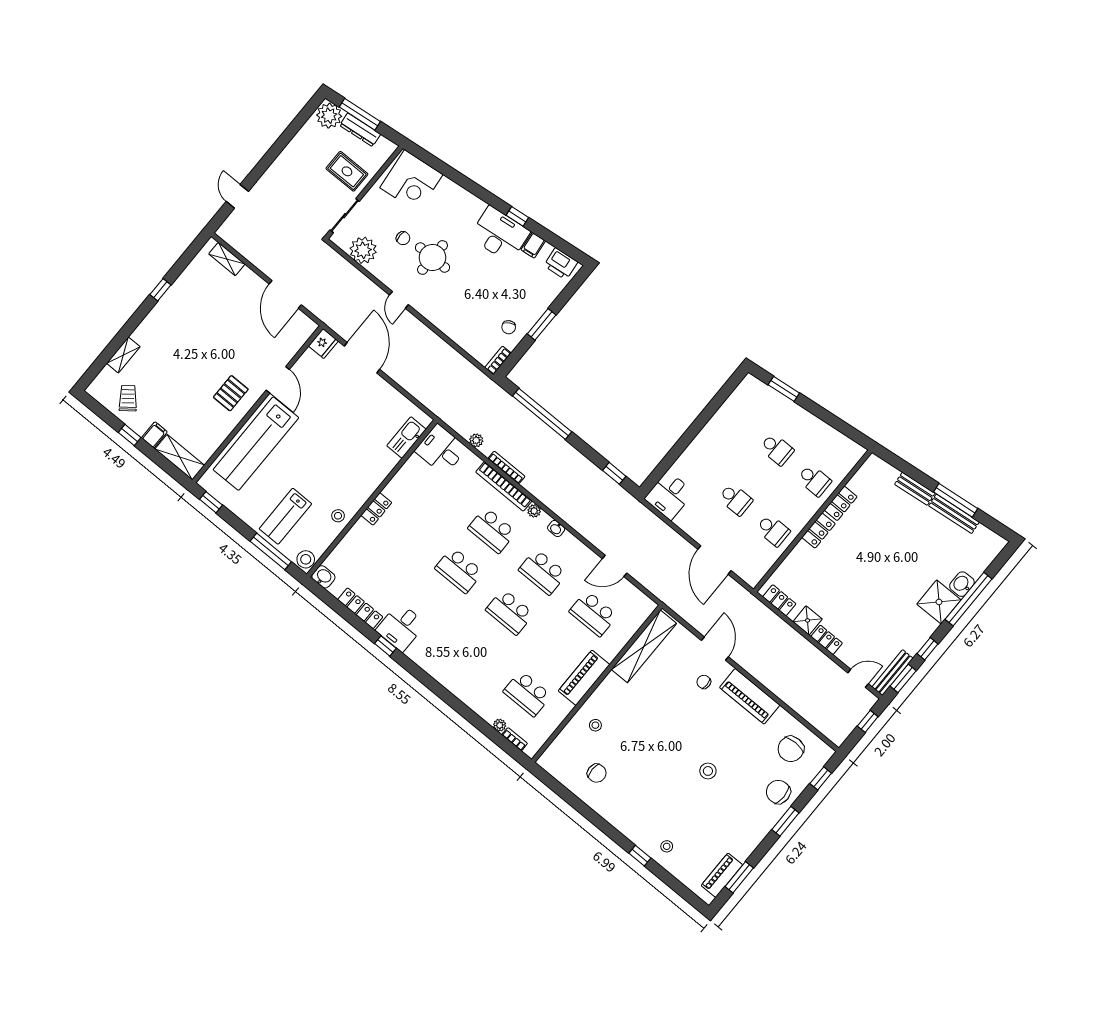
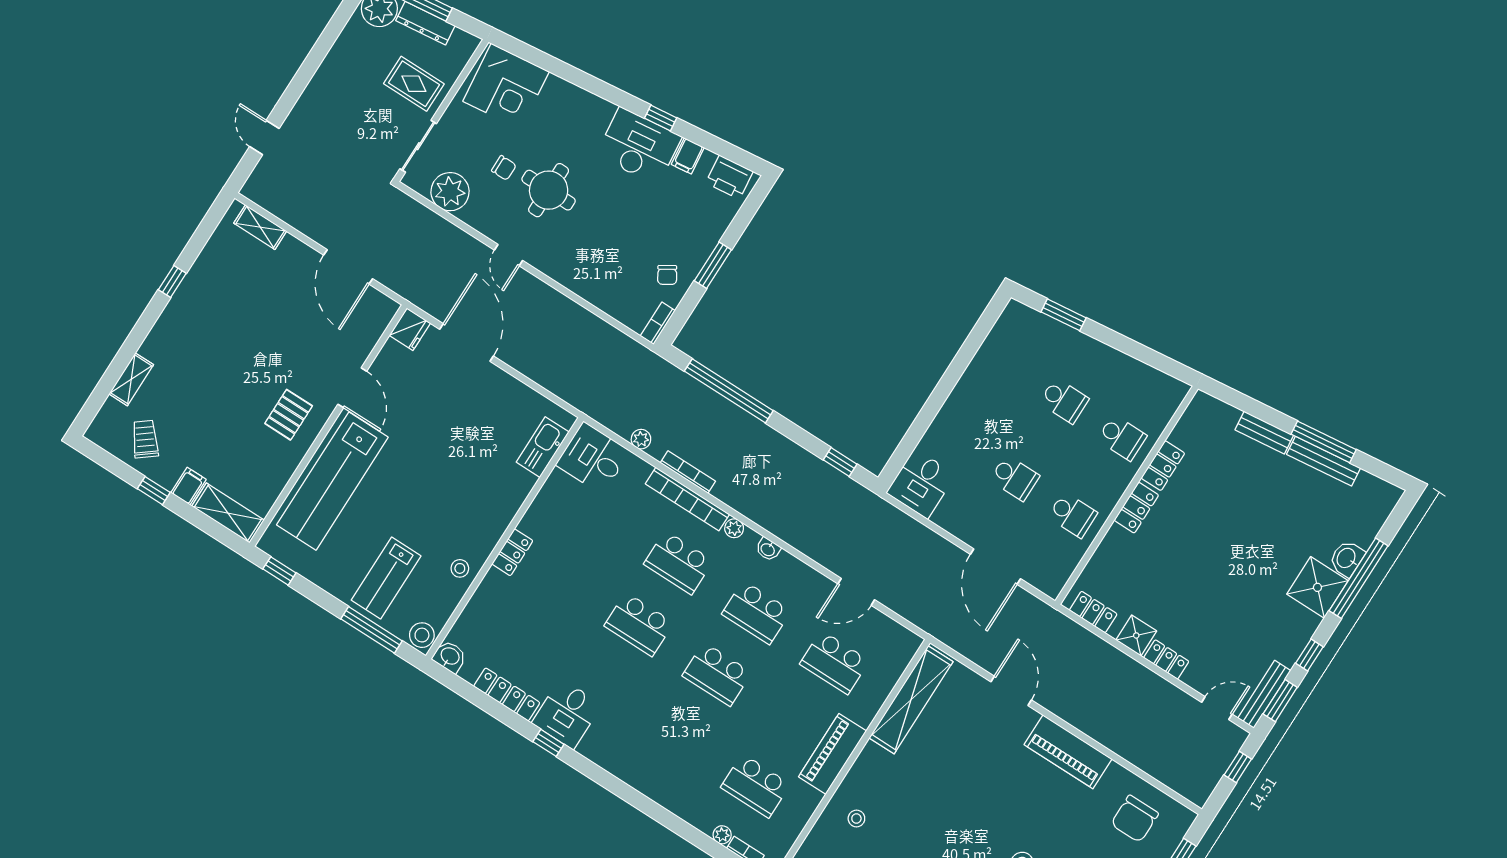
chair: (704, 682) -> (1001, 739), removed

